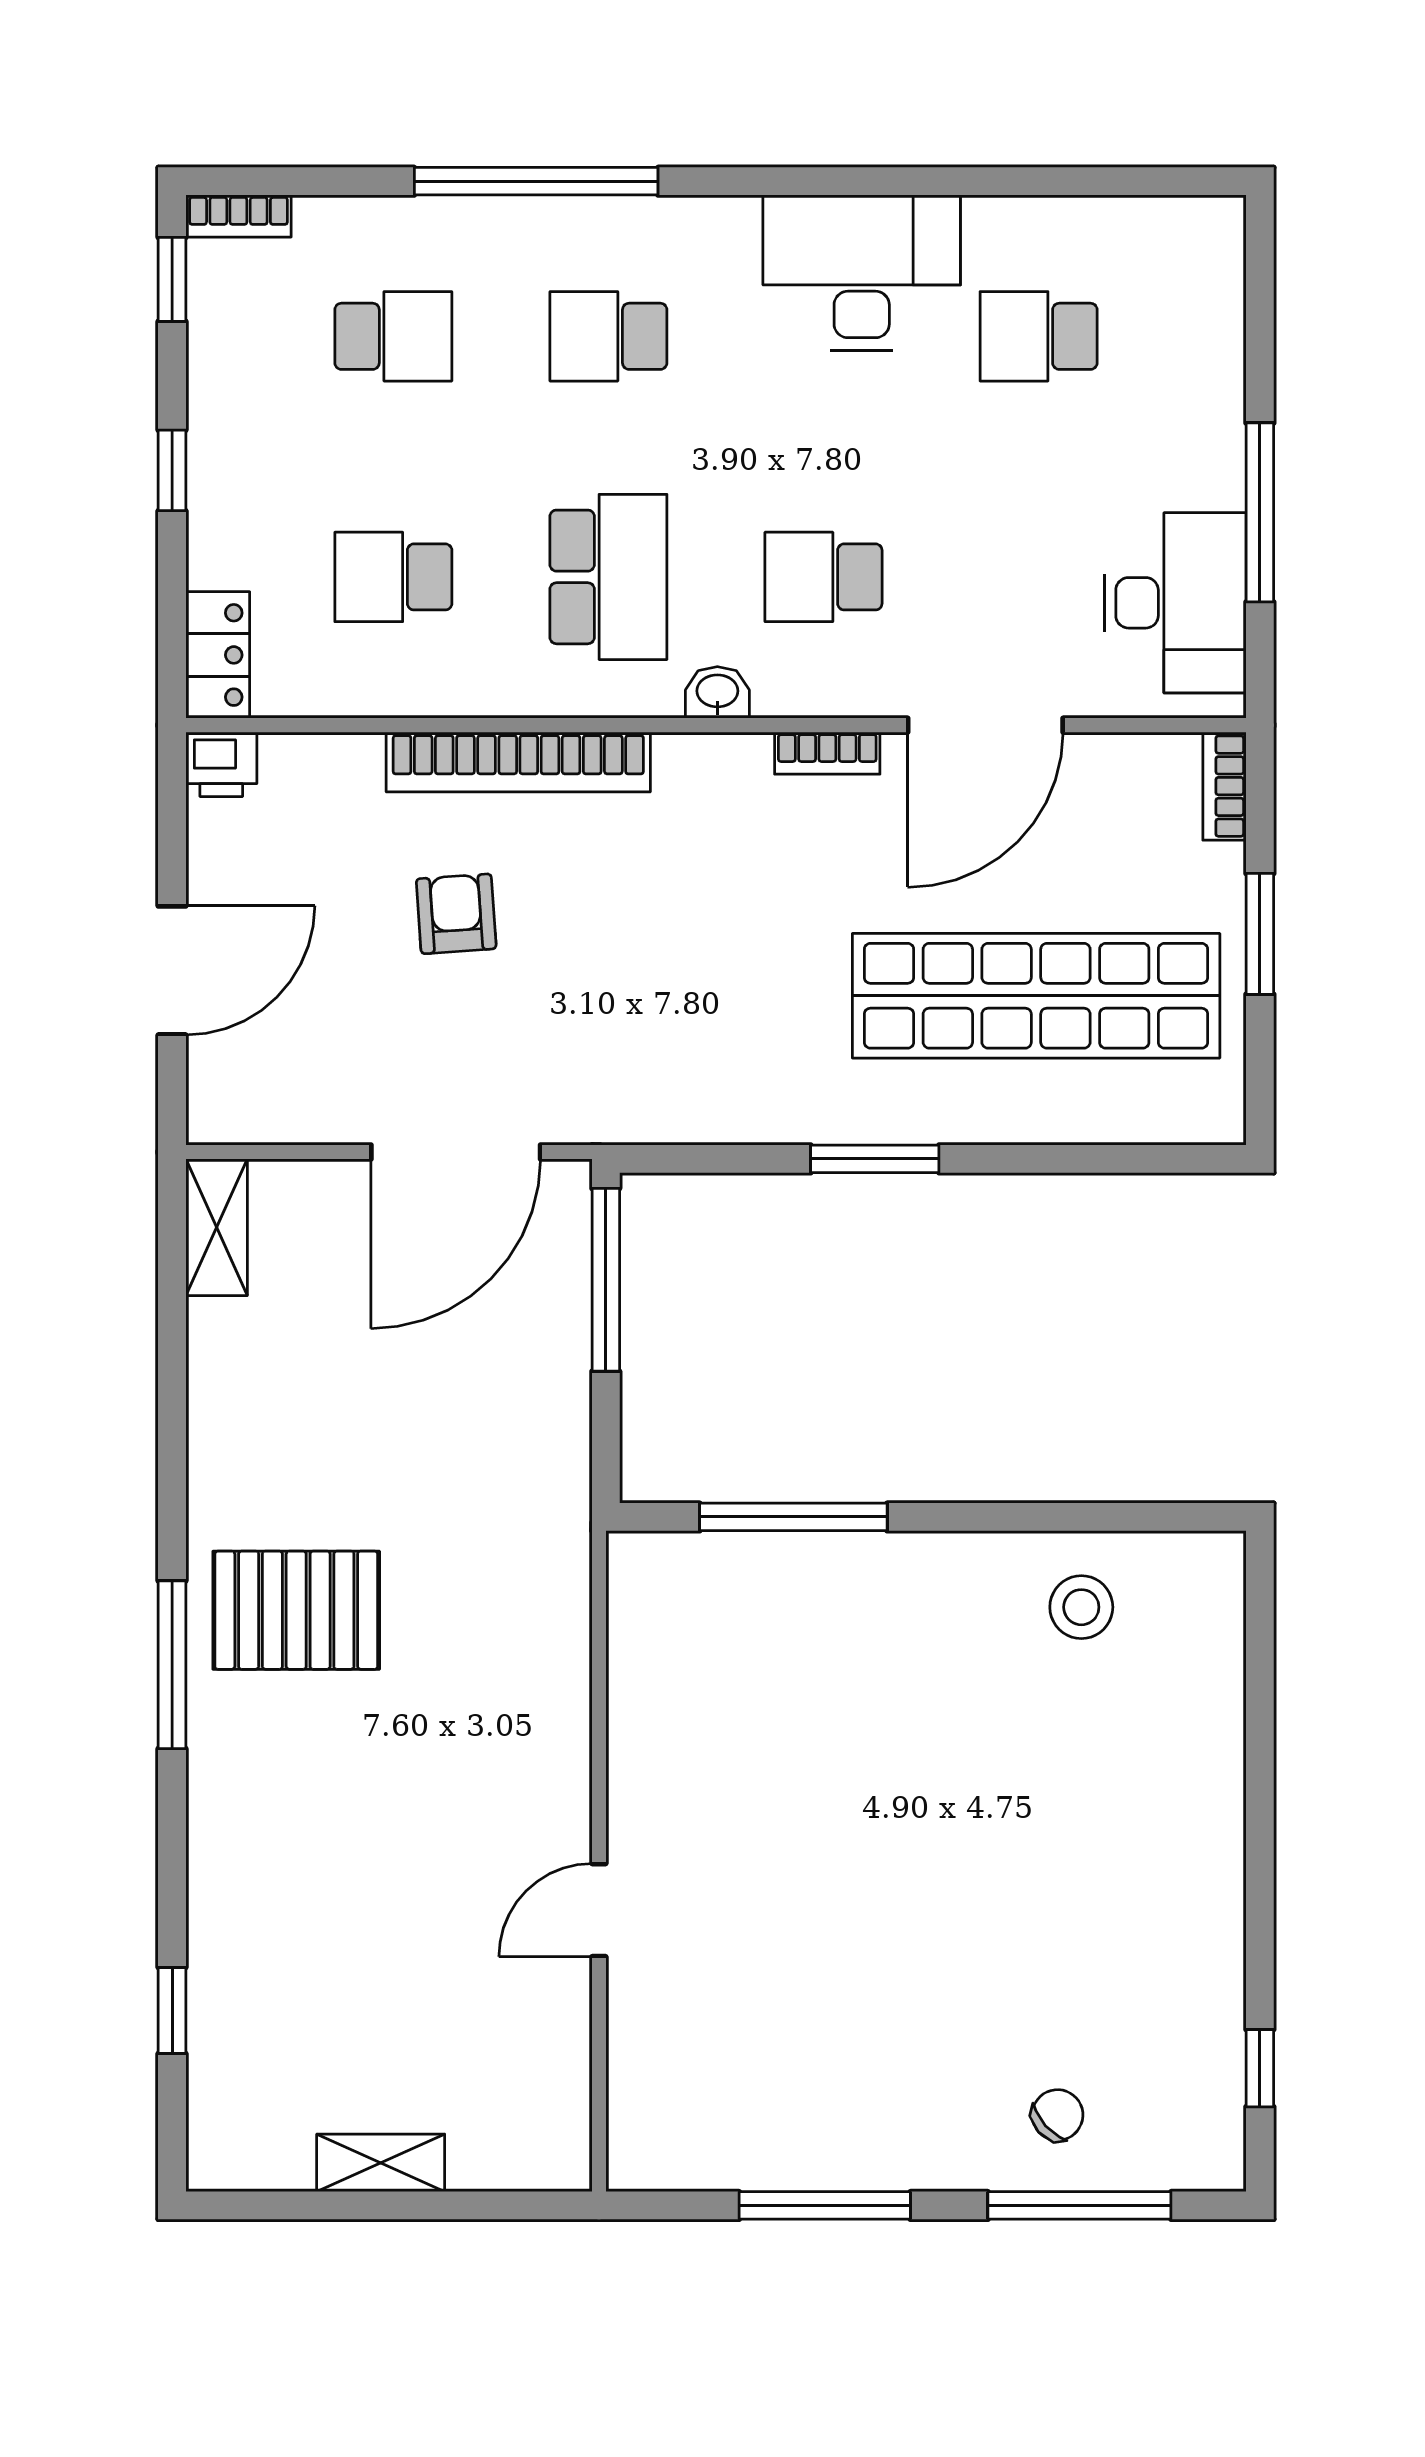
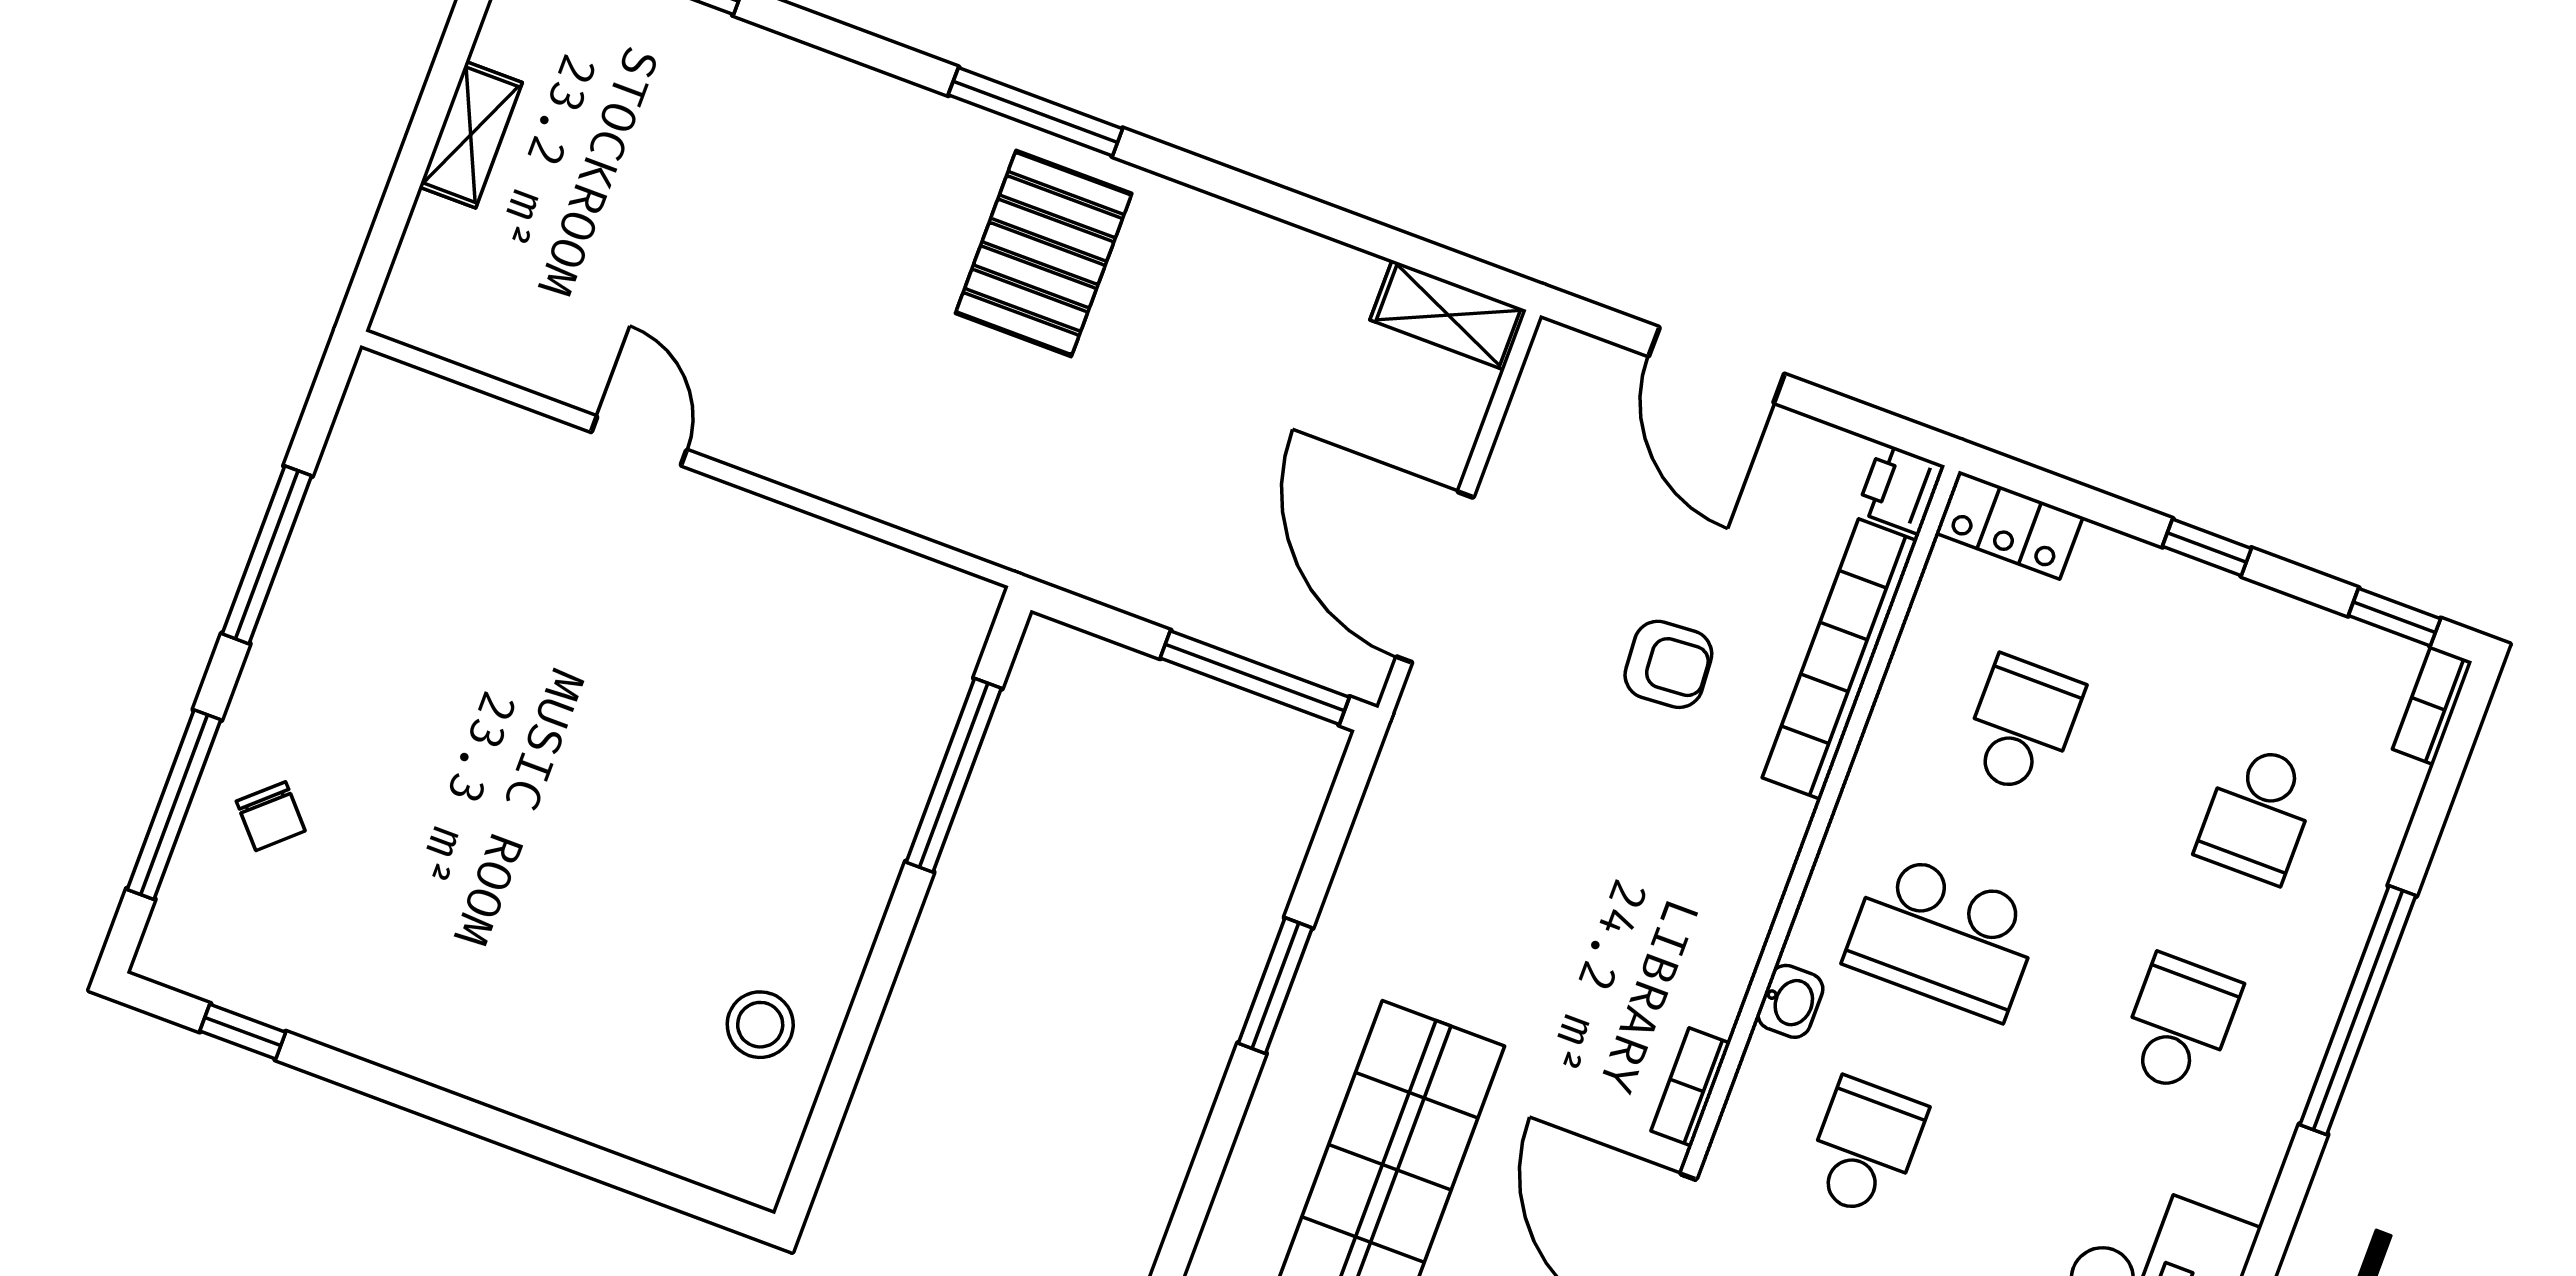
bookcase: (518, 762) -> (1840, 659), moved

